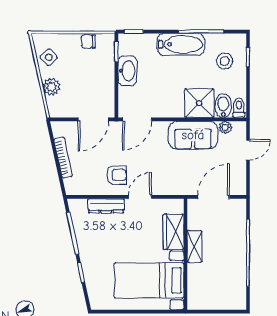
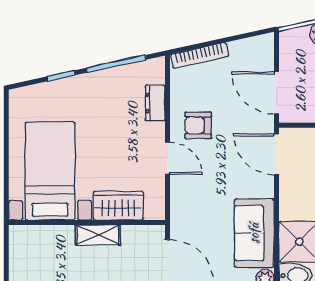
bookcase: (63, 158) -> (200, 55), moved
armchair: (116, 175) -> (198, 125), turned 90
dresser: (106, 206) -> (155, 103), width x0.70

